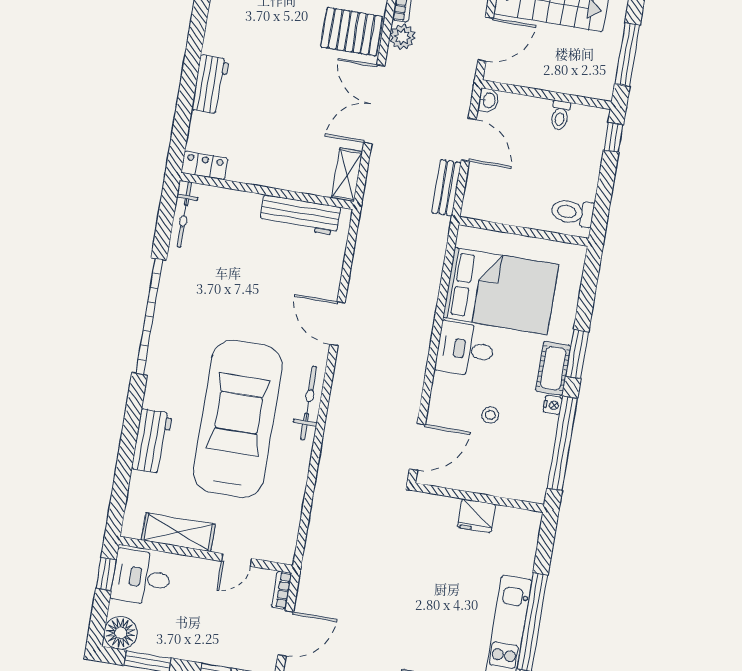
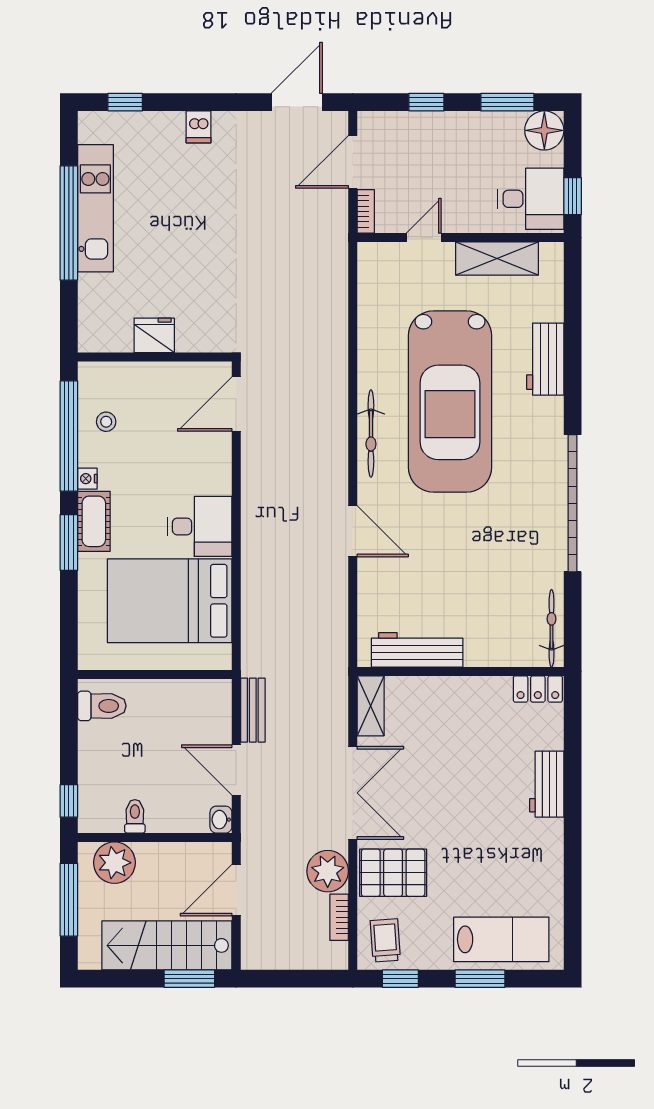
plant: (402, 37) -> (328, 871), width x1.36, depth x1.36
plant: (584, 79) -> (114, 863), added
stool: (490, 415) -> (106, 422), moved

